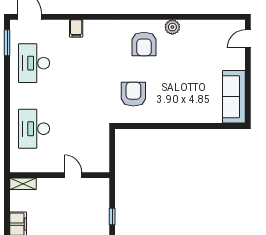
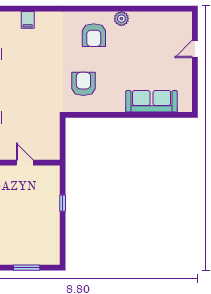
door: (248, 39) -> (195, 49), moved
sofa: (234, 97) -> (152, 101), moved, turned 90

